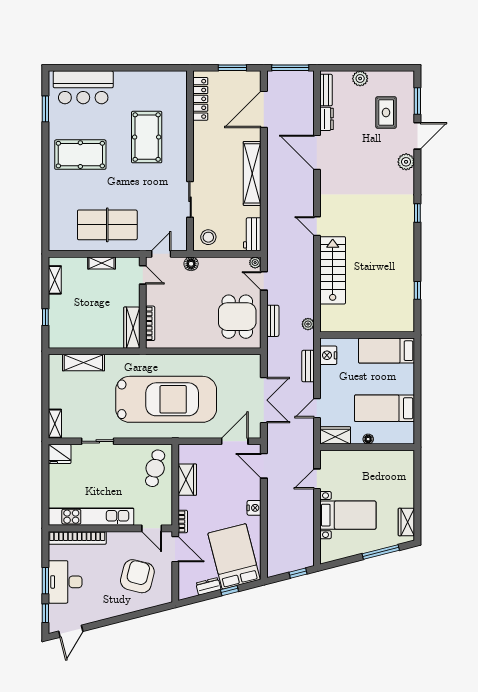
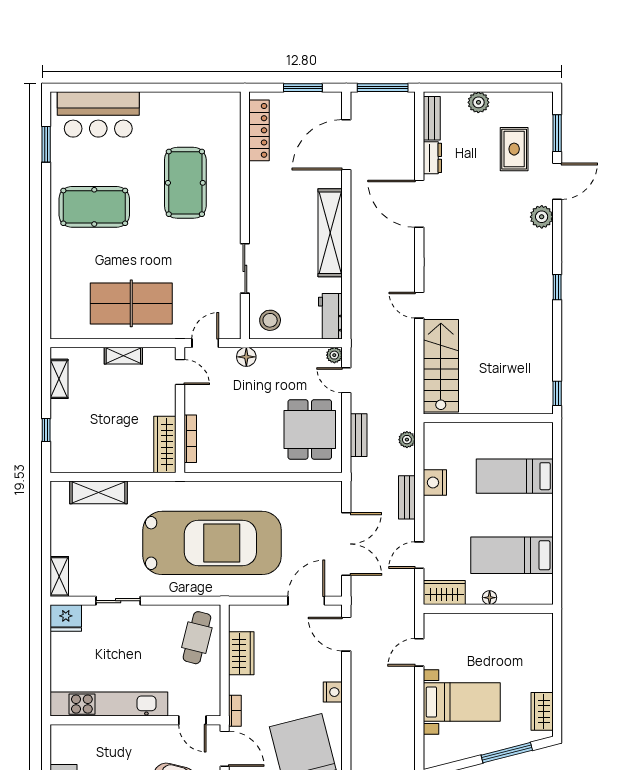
wall: (367, 335) -> (488, 418), moved
bookcase: (77, 538) -> (90, 733), removed

